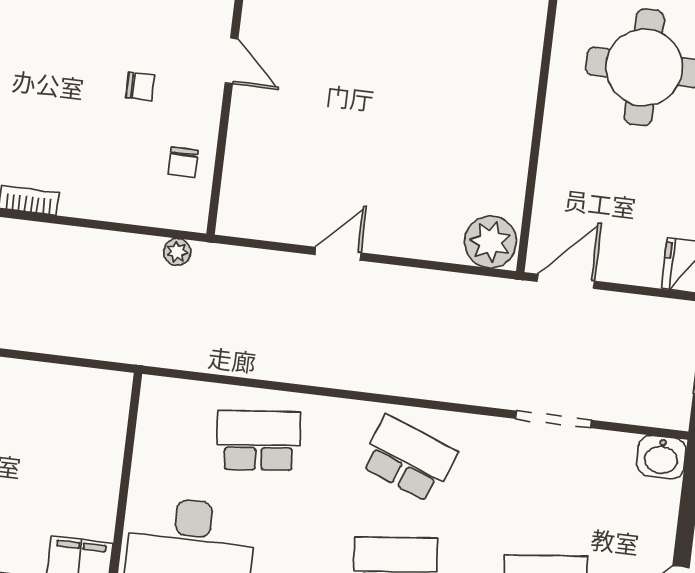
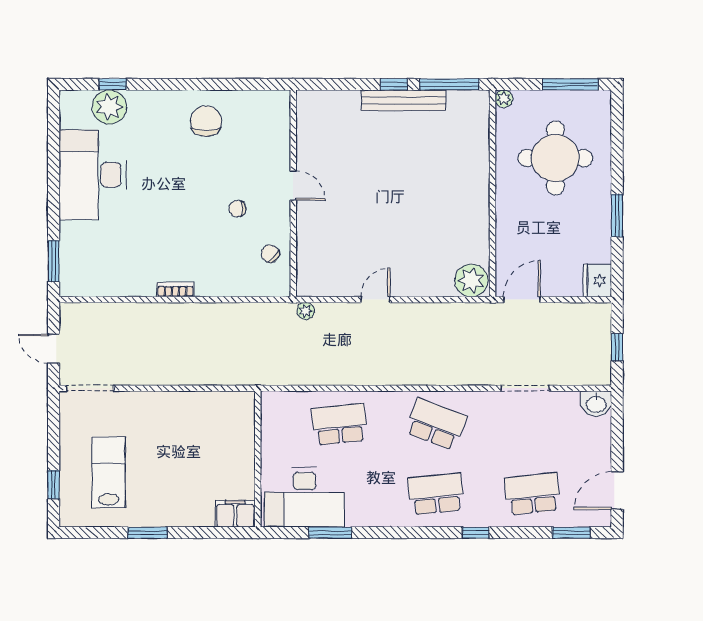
chair: (140, 87) -> (237, 209), turned 180
chair: (183, 162) -> (270, 254), turned 135
plant: (177, 252) -> (306, 311), moved

